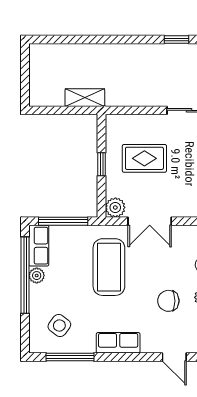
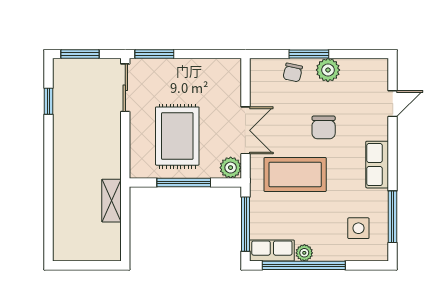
rug: (144, 158) -> (177, 136), width x1.36, depth x1.43
window: (102, 164) -> (184, 182), width x2.17
chair: (168, 301) -> (324, 127), moved
side table: (59, 325) -> (358, 228), turned -37

